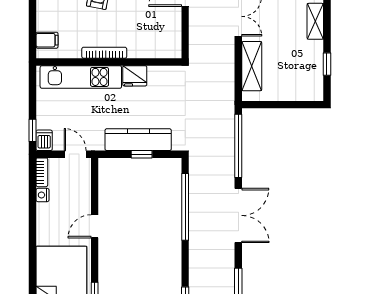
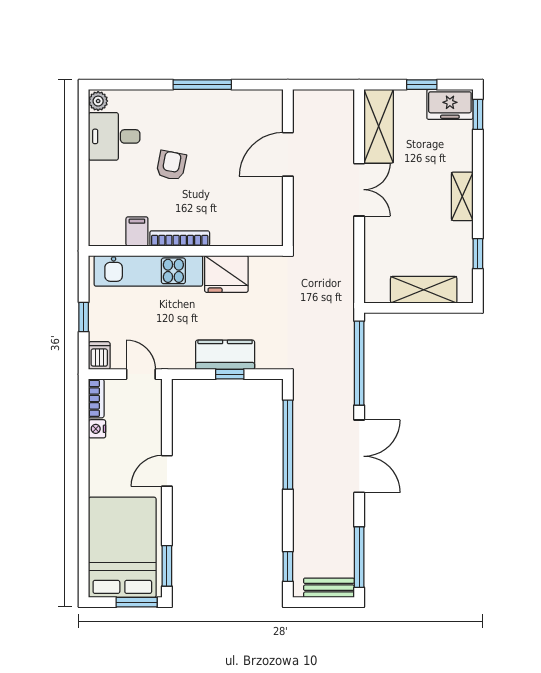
filing cabinet: (47, 40) -> (137, 231), moved, turned -90
shelving: (252, 66) -> (424, 290), moved, turned 90
fridge: (135, 76) -> (226, 274), width x1.36, depth x1.34
window: (33, 130) -> (84, 317), moved
kitchen counter: (138, 140) -> (225, 355), width x0.67

